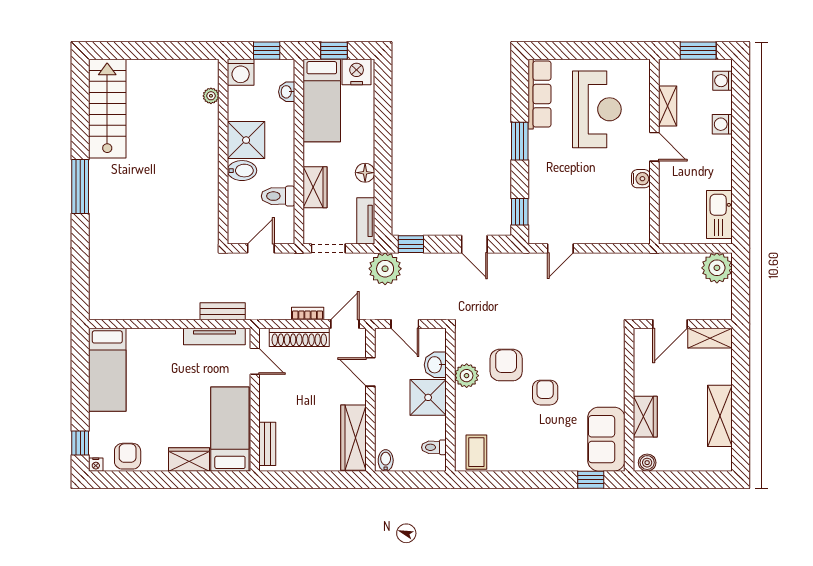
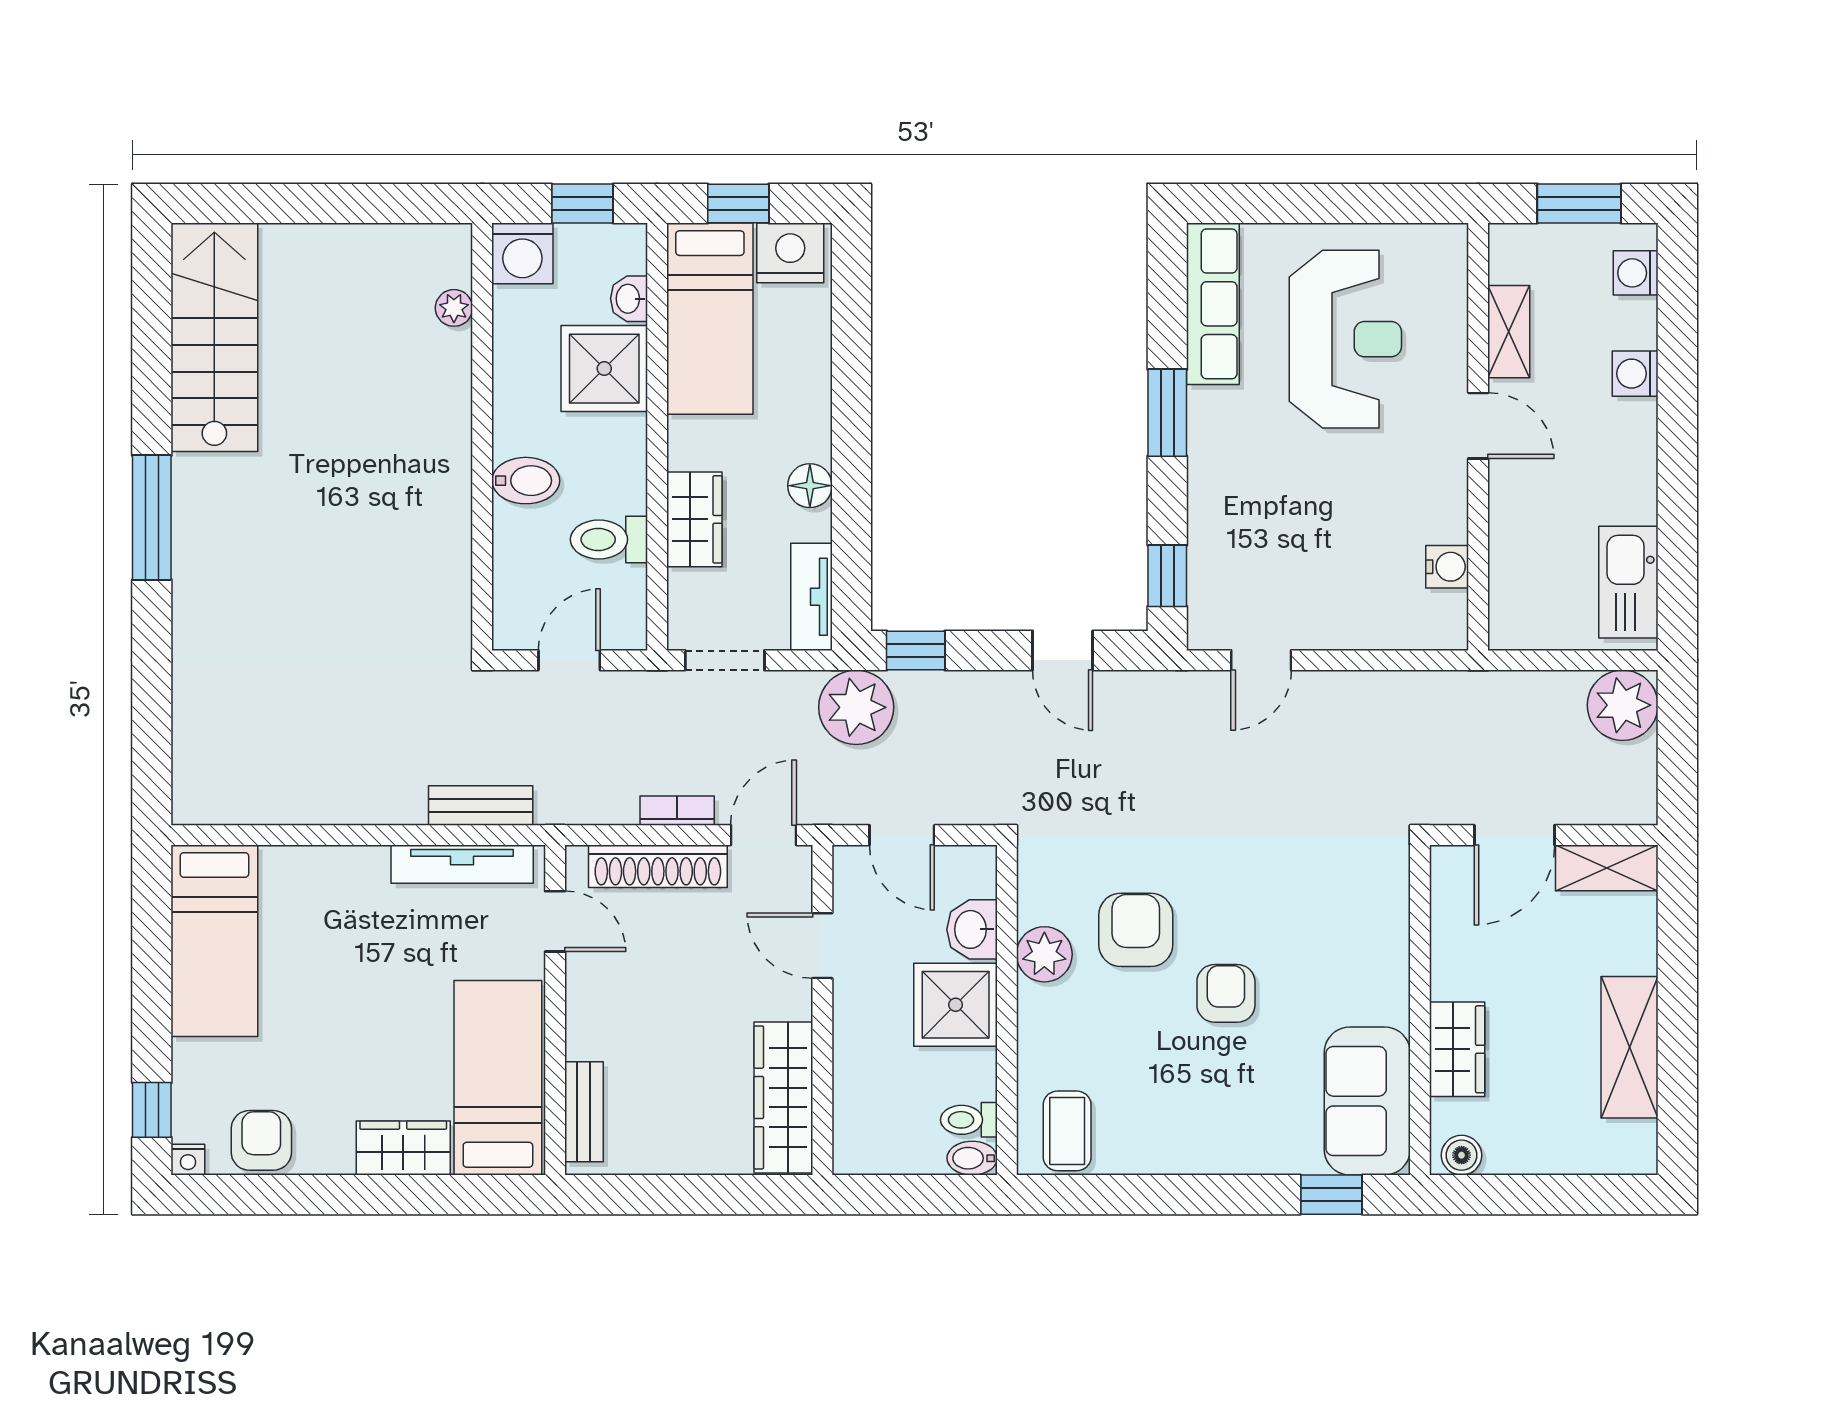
shower: (246, 140) -> (604, 369), moved
water cooler: (641, 179) -> (1447, 567), moved
bidet: (386, 460) -> (972, 1158), moved, turned -90

